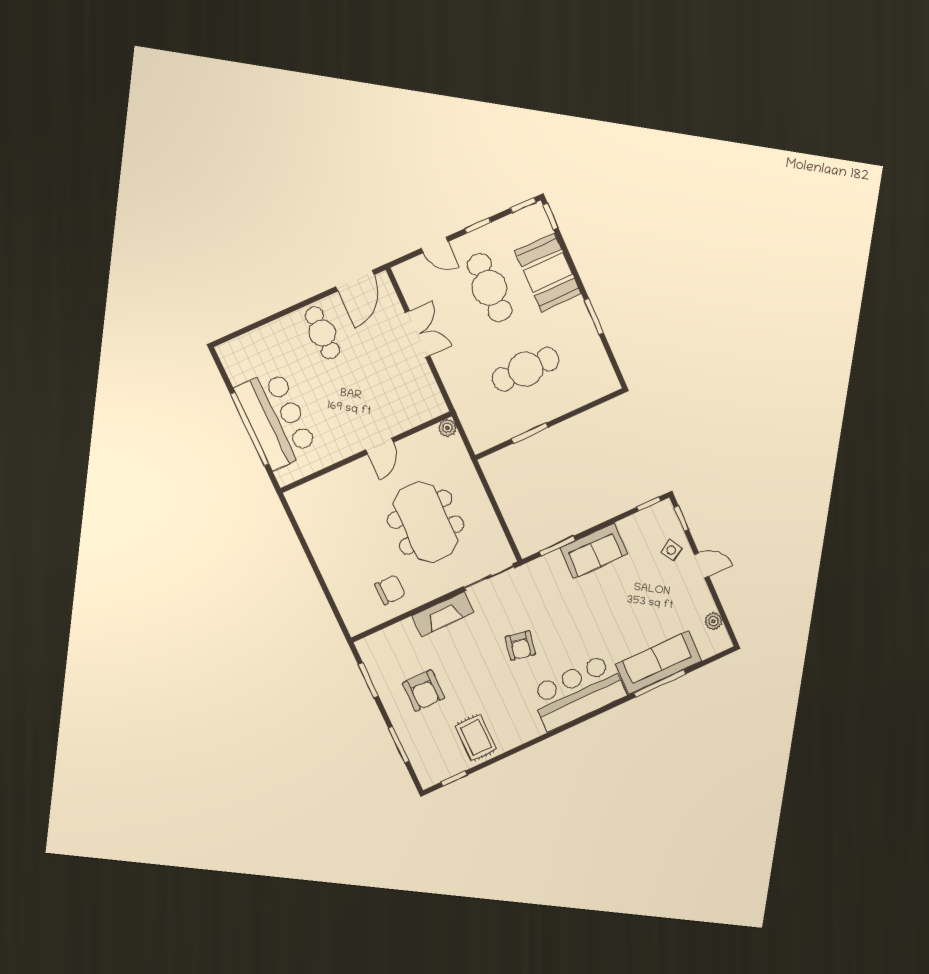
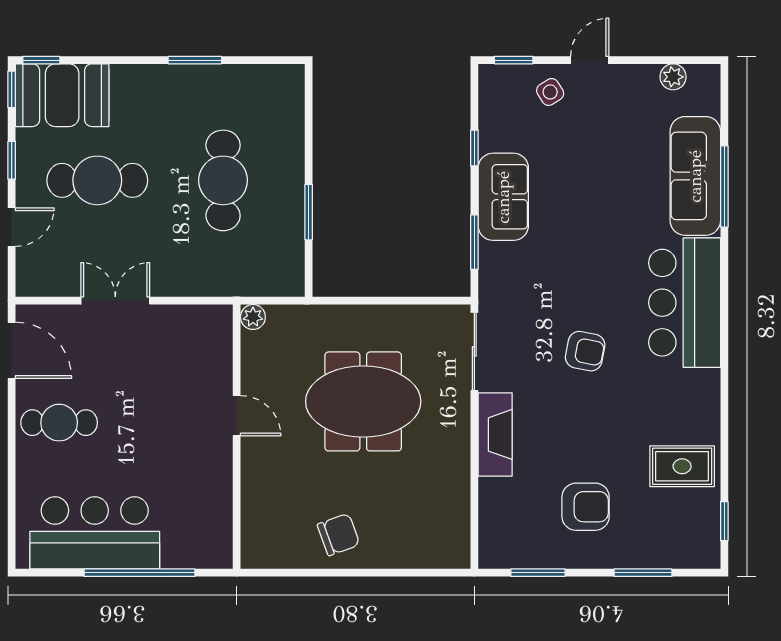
booth: (548, 272) -> (62, 95), moved
bar counter: (276, 419) -> (95, 533), moved
window: (649, 504) -> (474, 148), moved
chair: (390, 590) -> (338, 534), moved, turned 70

